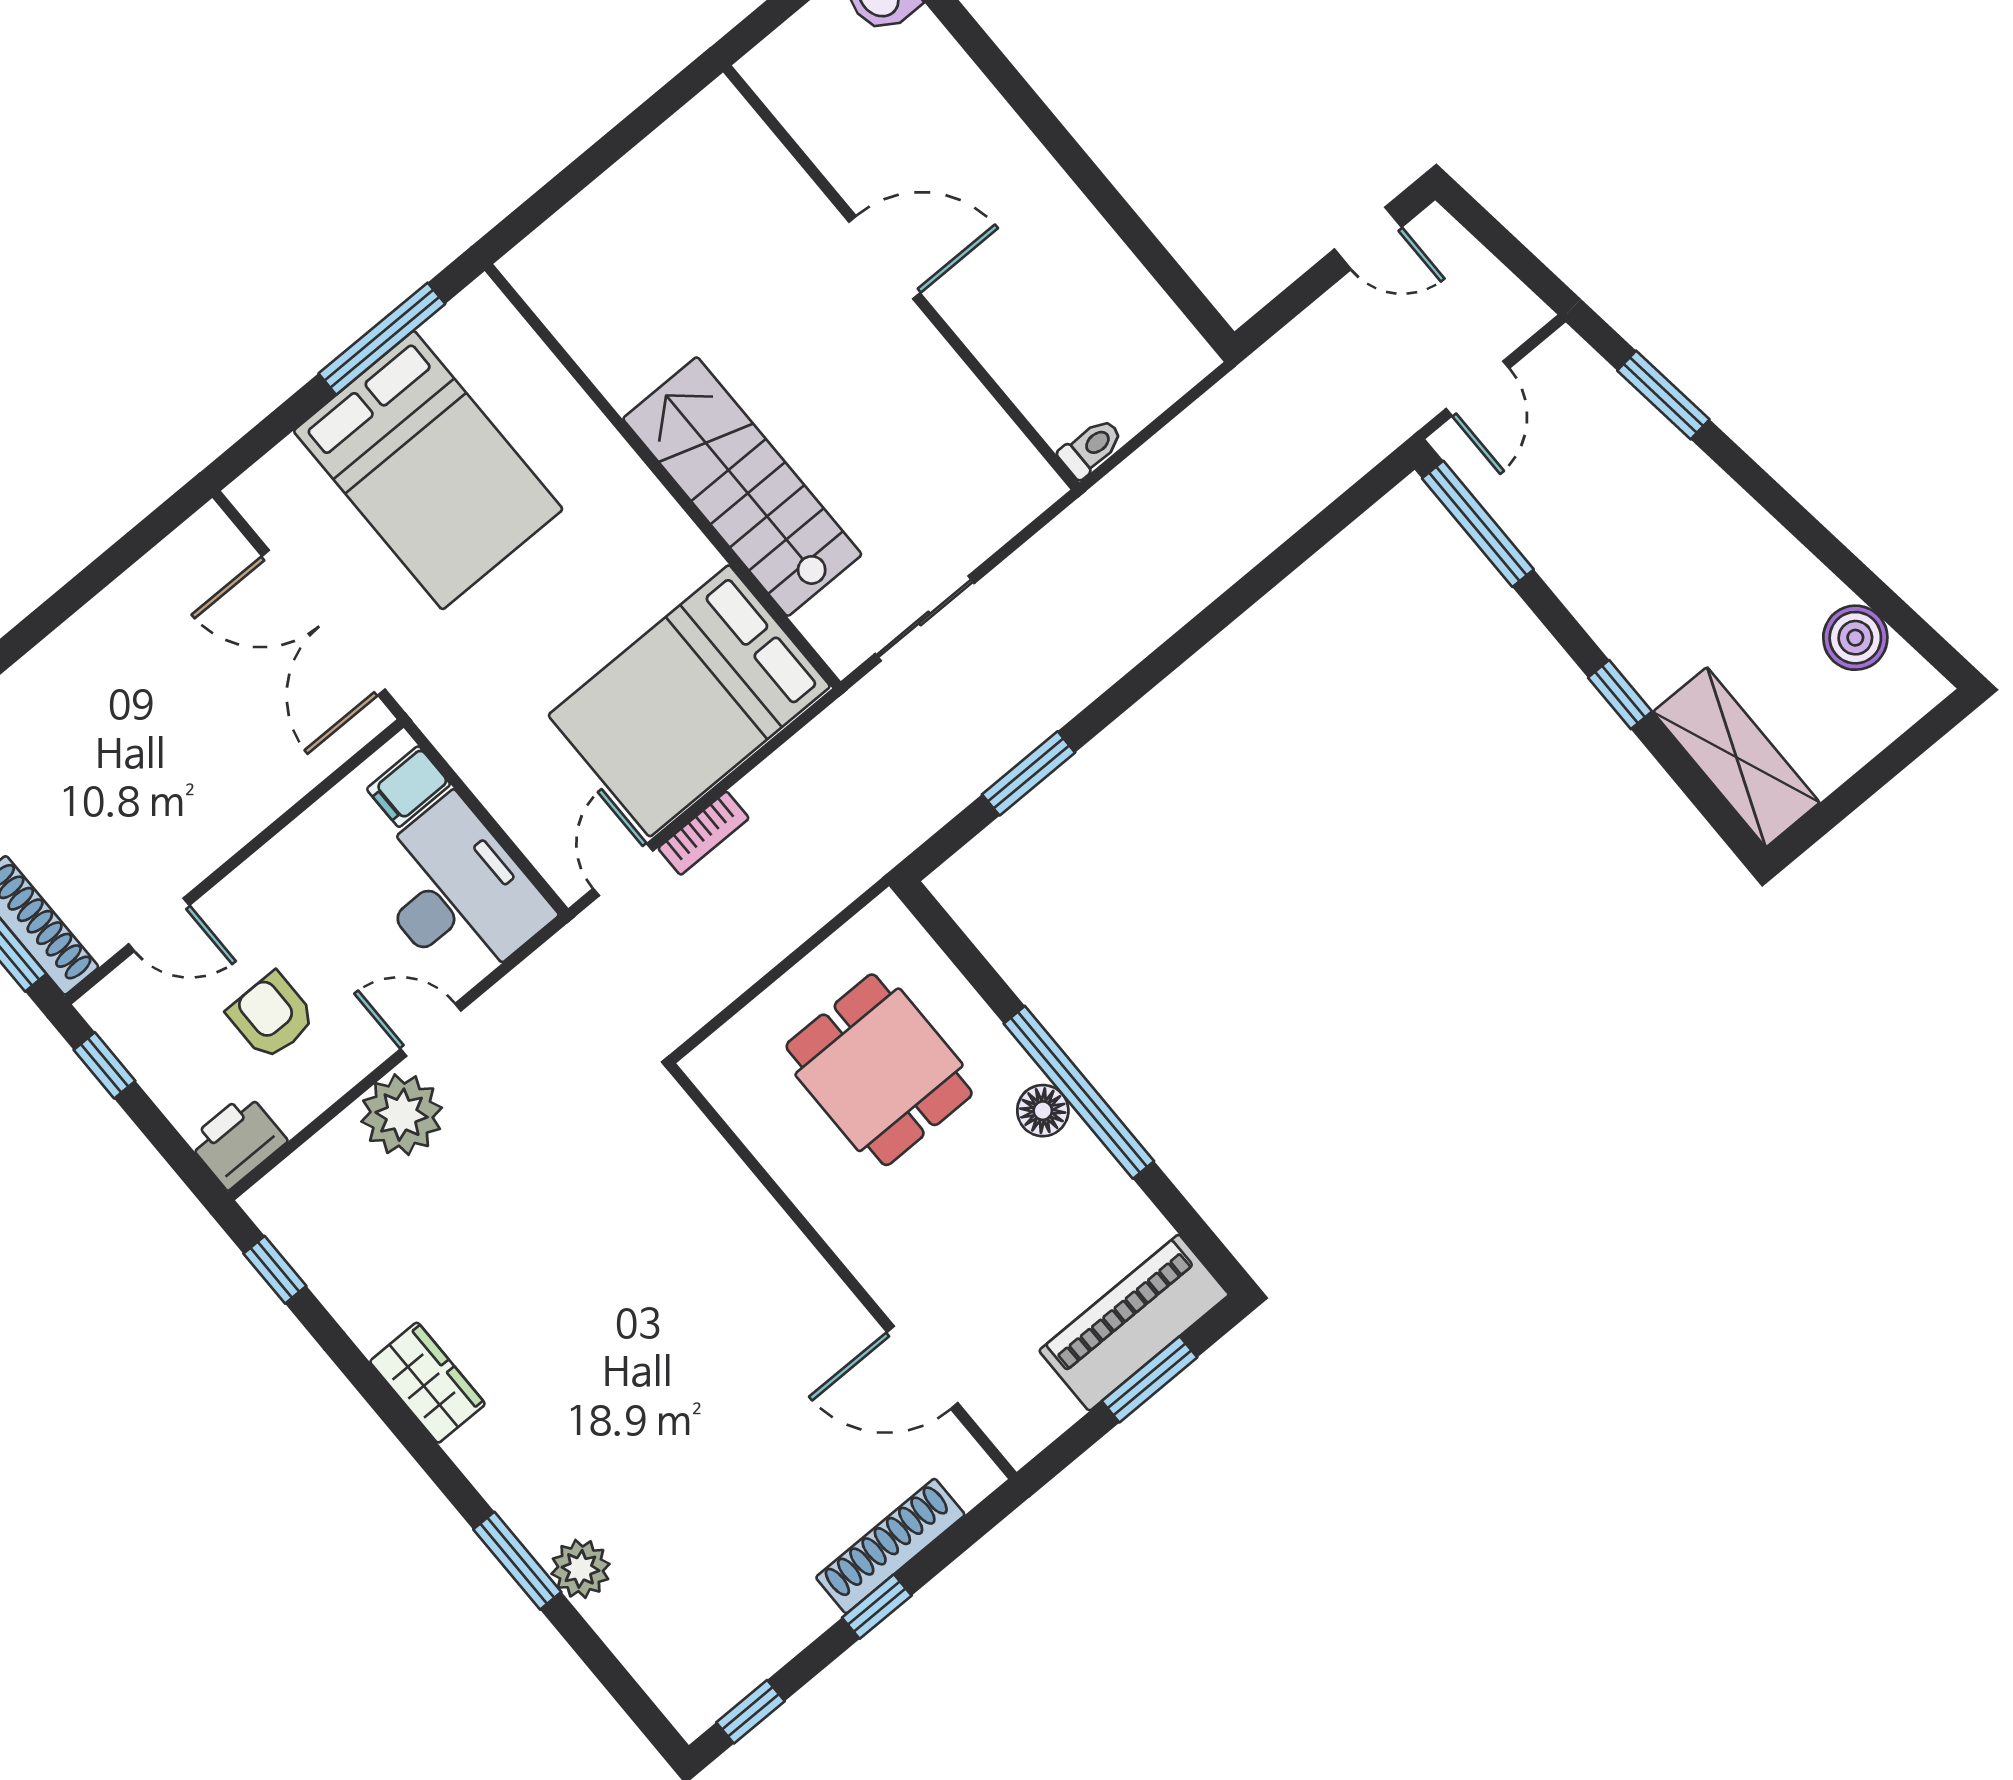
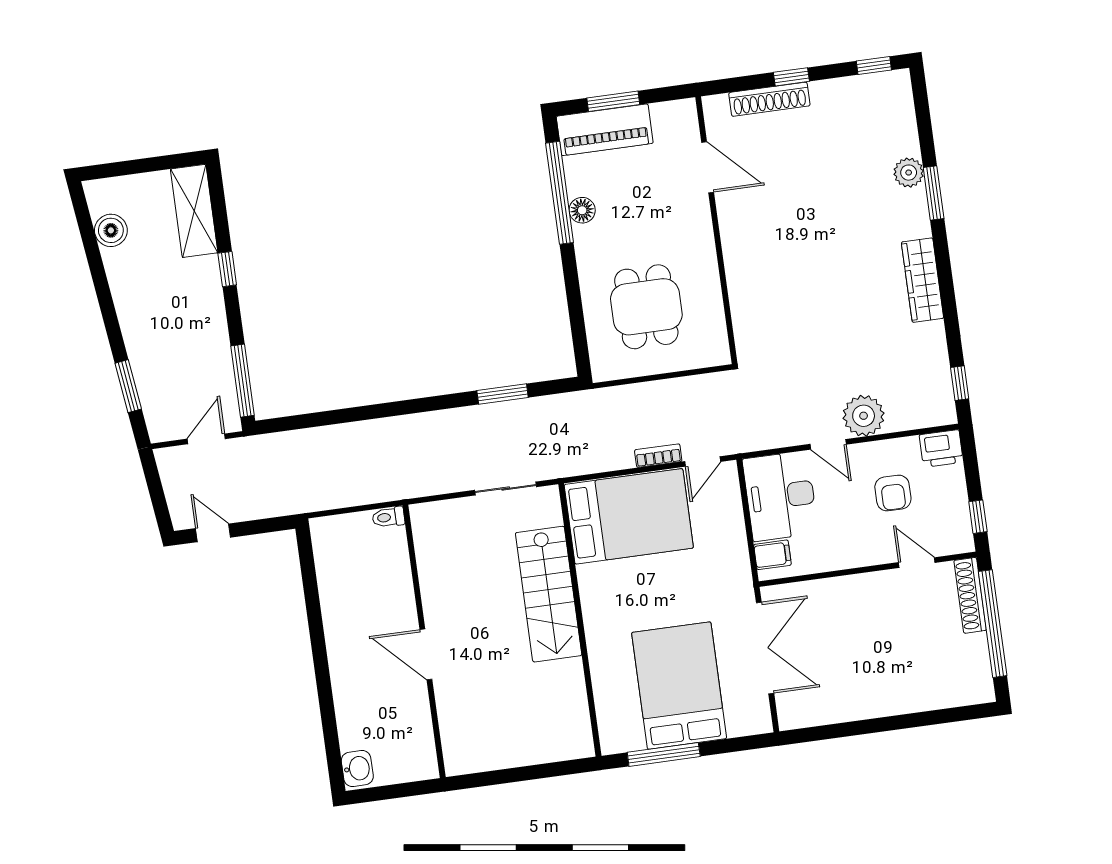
window: (1079, 1092) -> (560, 193), moved
floor lamp: (1043, 1111) -> (582, 210), moved
wardrobe: (428, 1383) -> (922, 280), width x1.50

